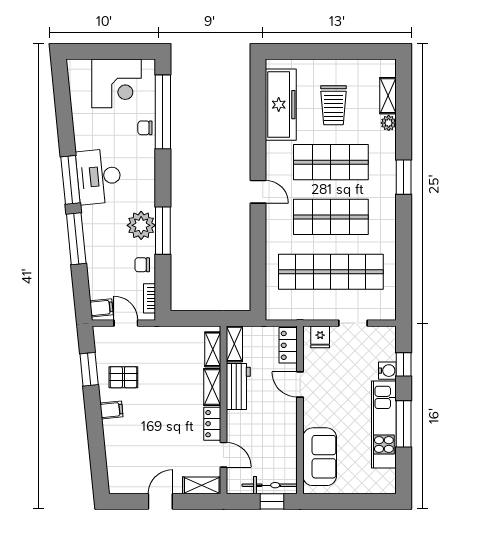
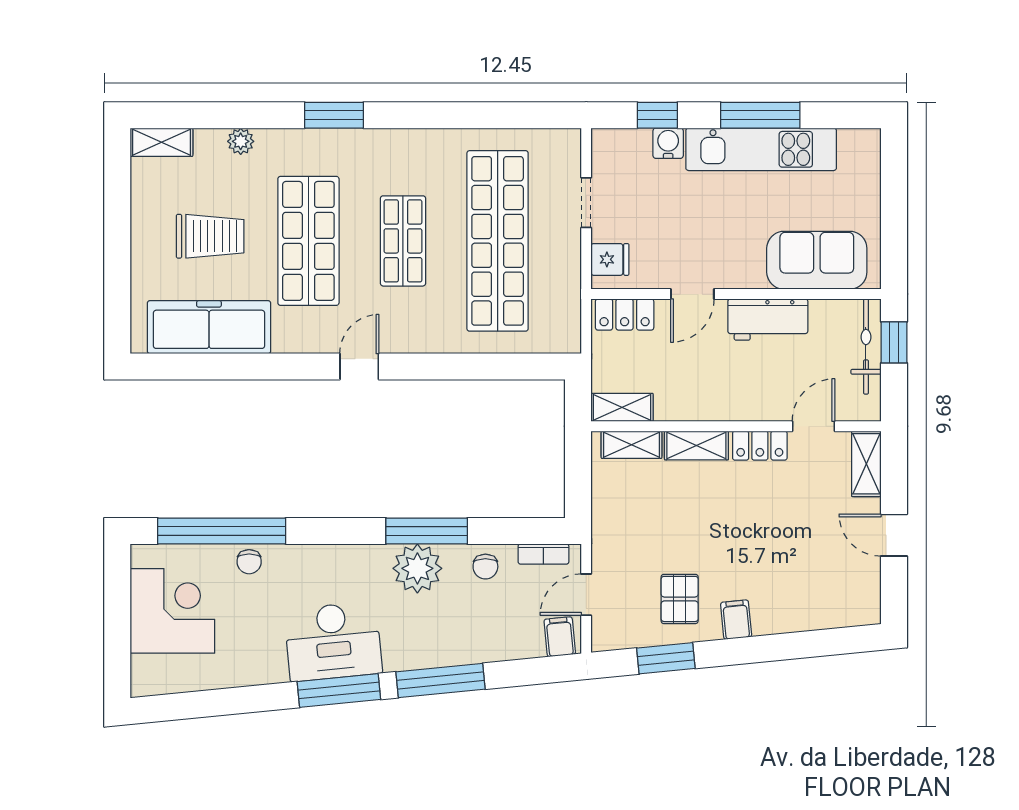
shelving: (388, 96) -> (161, 142), moved
shop shelf: (331, 217) -> (403, 241), width x0.70, depth x0.74
workbench: (238, 387) -> (768, 320), moved, turned 180

